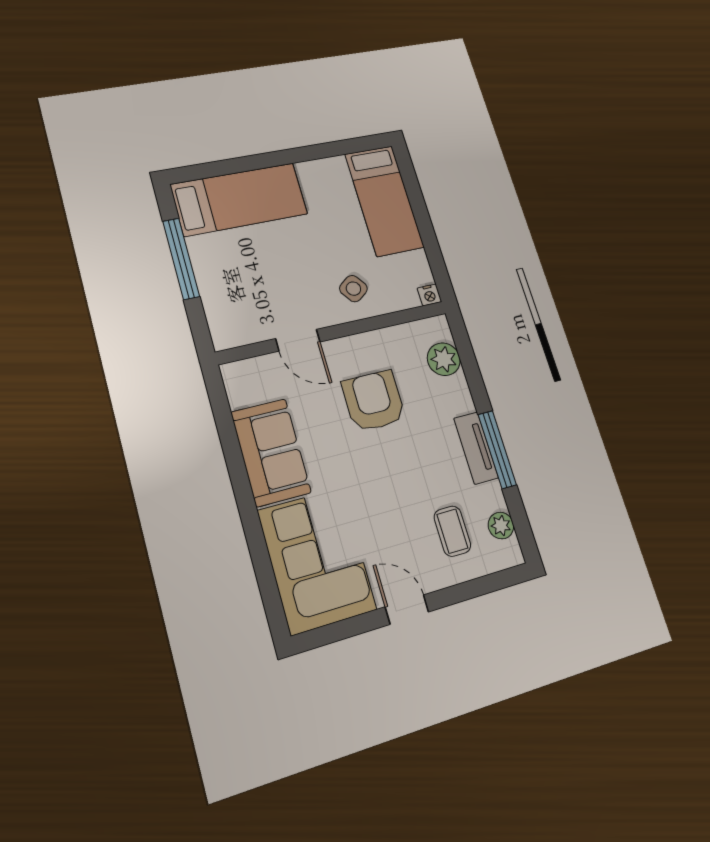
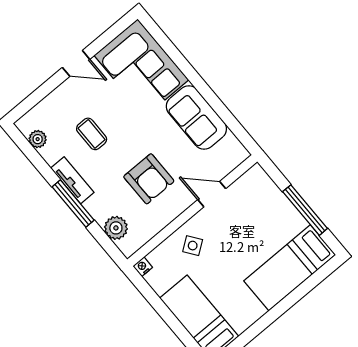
window: (497, 449) -> (73, 203), moved
coffee table: (452, 531) -> (92, 134), moved

